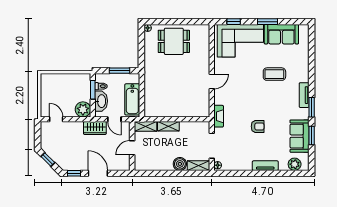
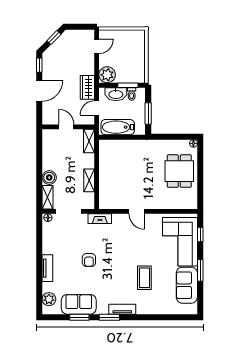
shelving: (168, 126) -> (89, 180), moved

